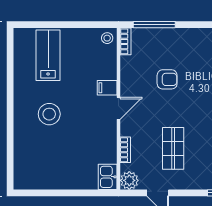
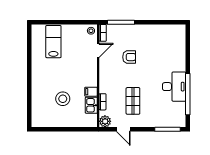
filing cabinet: (107, 88) -> (91, 92), moved
door: (118, 108) -> (98, 50), moved
stool: (49, 114) -> (63, 99), moved
kitchen sink: (108, 177) -> (91, 105), moved

